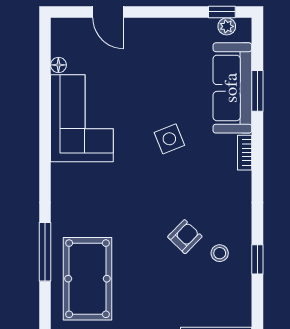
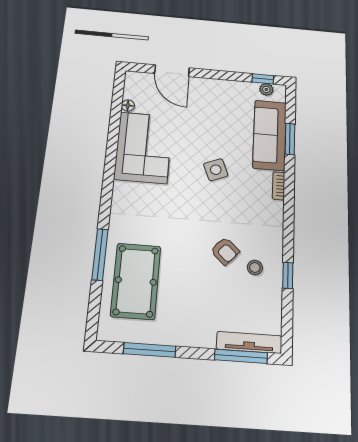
door: (108, 12) -> (172, 71), width x1.38
armchair: (185, 237) -> (225, 251), turned 89

